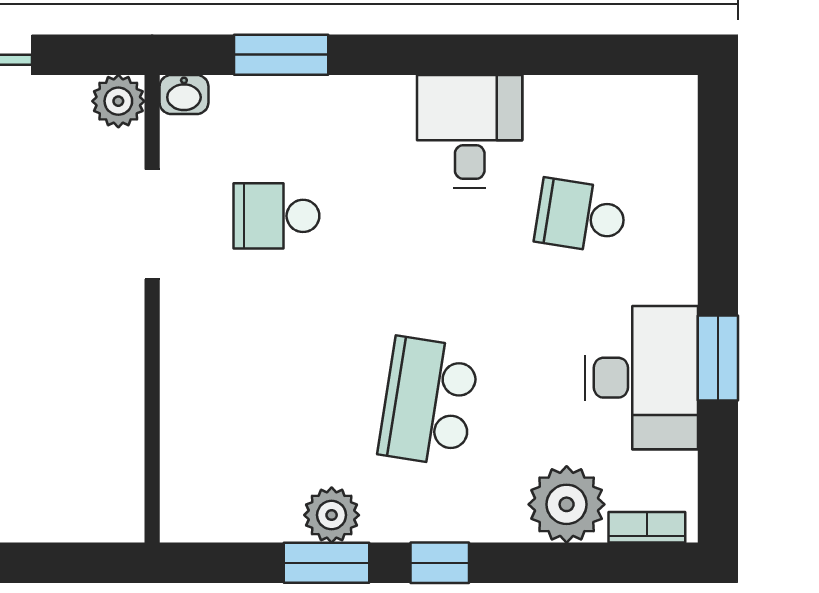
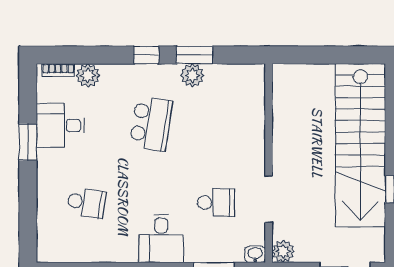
desk: (470, 131) -> (161, 239), moved
desk: (641, 378) -> (60, 125), width x0.73
plant: (567, 504) -> (88, 75), width x0.73, depth x0.73

